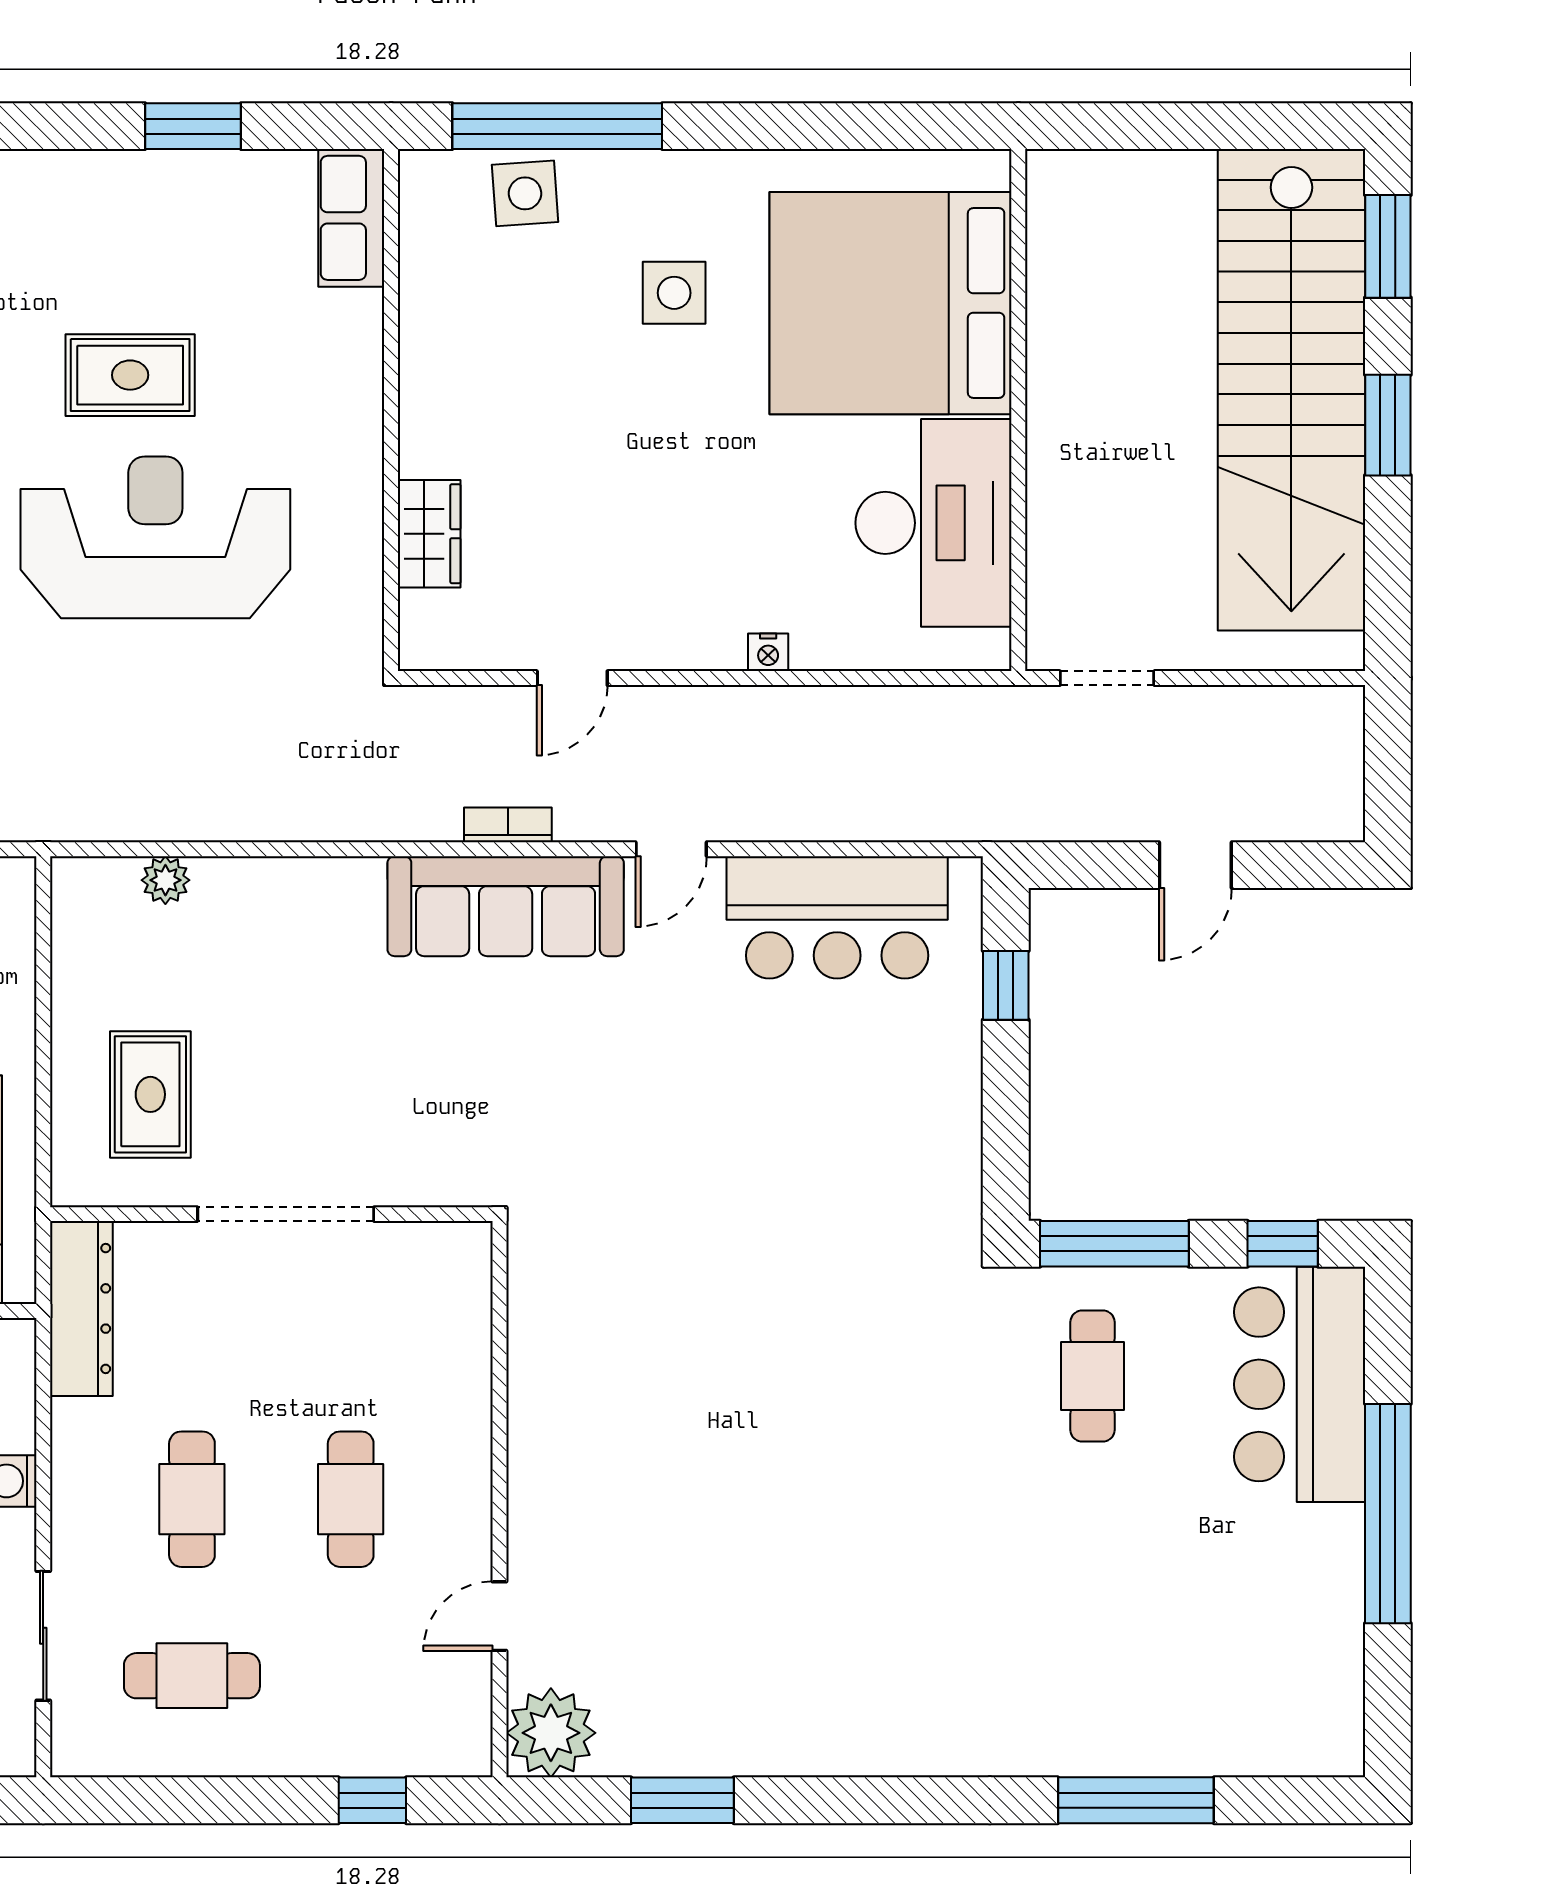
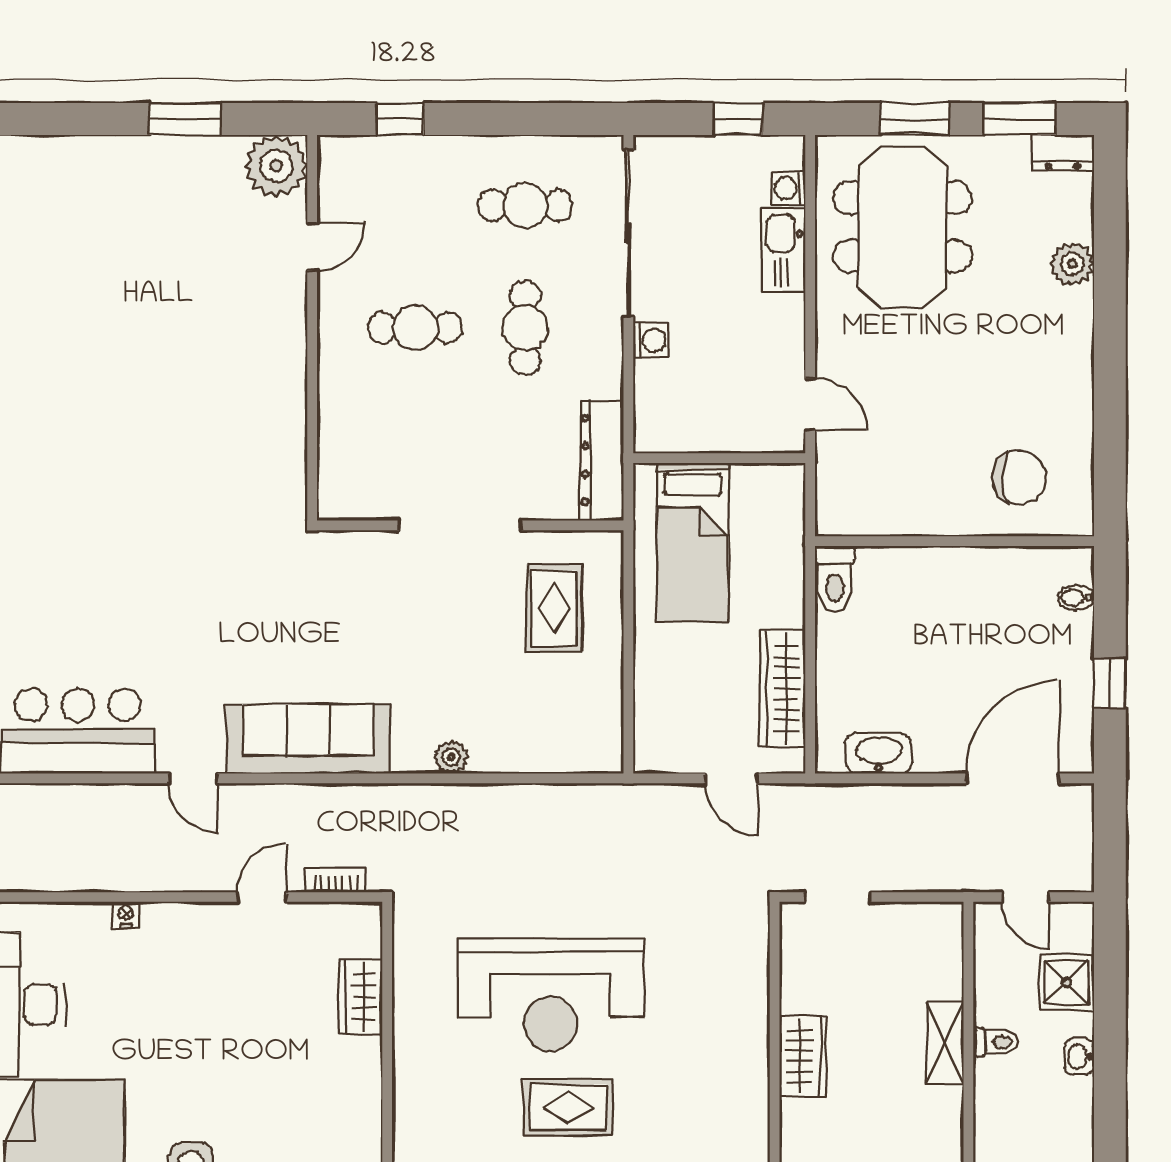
bookcase: (508, 825) -> (335, 880), moved, turned 180
door: (671, 849) -> (193, 778), swing flipped
plant: (165, 880) -> (451, 757), moved
cafe table: (351, 1499) -> (415, 328), turned 90
sliding door: (43, 1636) -> (628, 233), width x1.86

